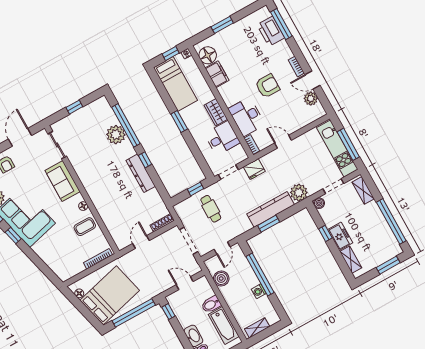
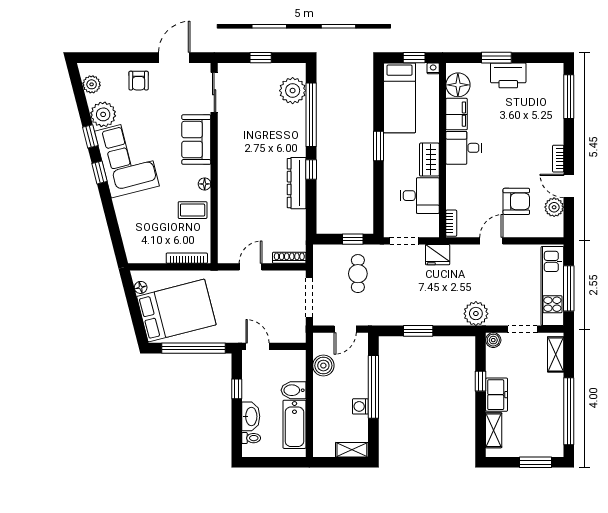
printer: (271, 31) -> (508, 75), moved, turned -90
armchair: (267, 86) -> (516, 201), moved
desk: (247, 117) -> (464, 148), moved, width x0.73
plant: (116, 135) -> (293, 91), moved
door: (283, 142) -> (491, 241), hinge flipped
kitchen counter: (271, 209) -> (430, 315), removed
door: (185, 283) -> (258, 346), moved
window: (168, 312) -> (237, 389), moved
shelving: (257, 328) -> (352, 450), moved

